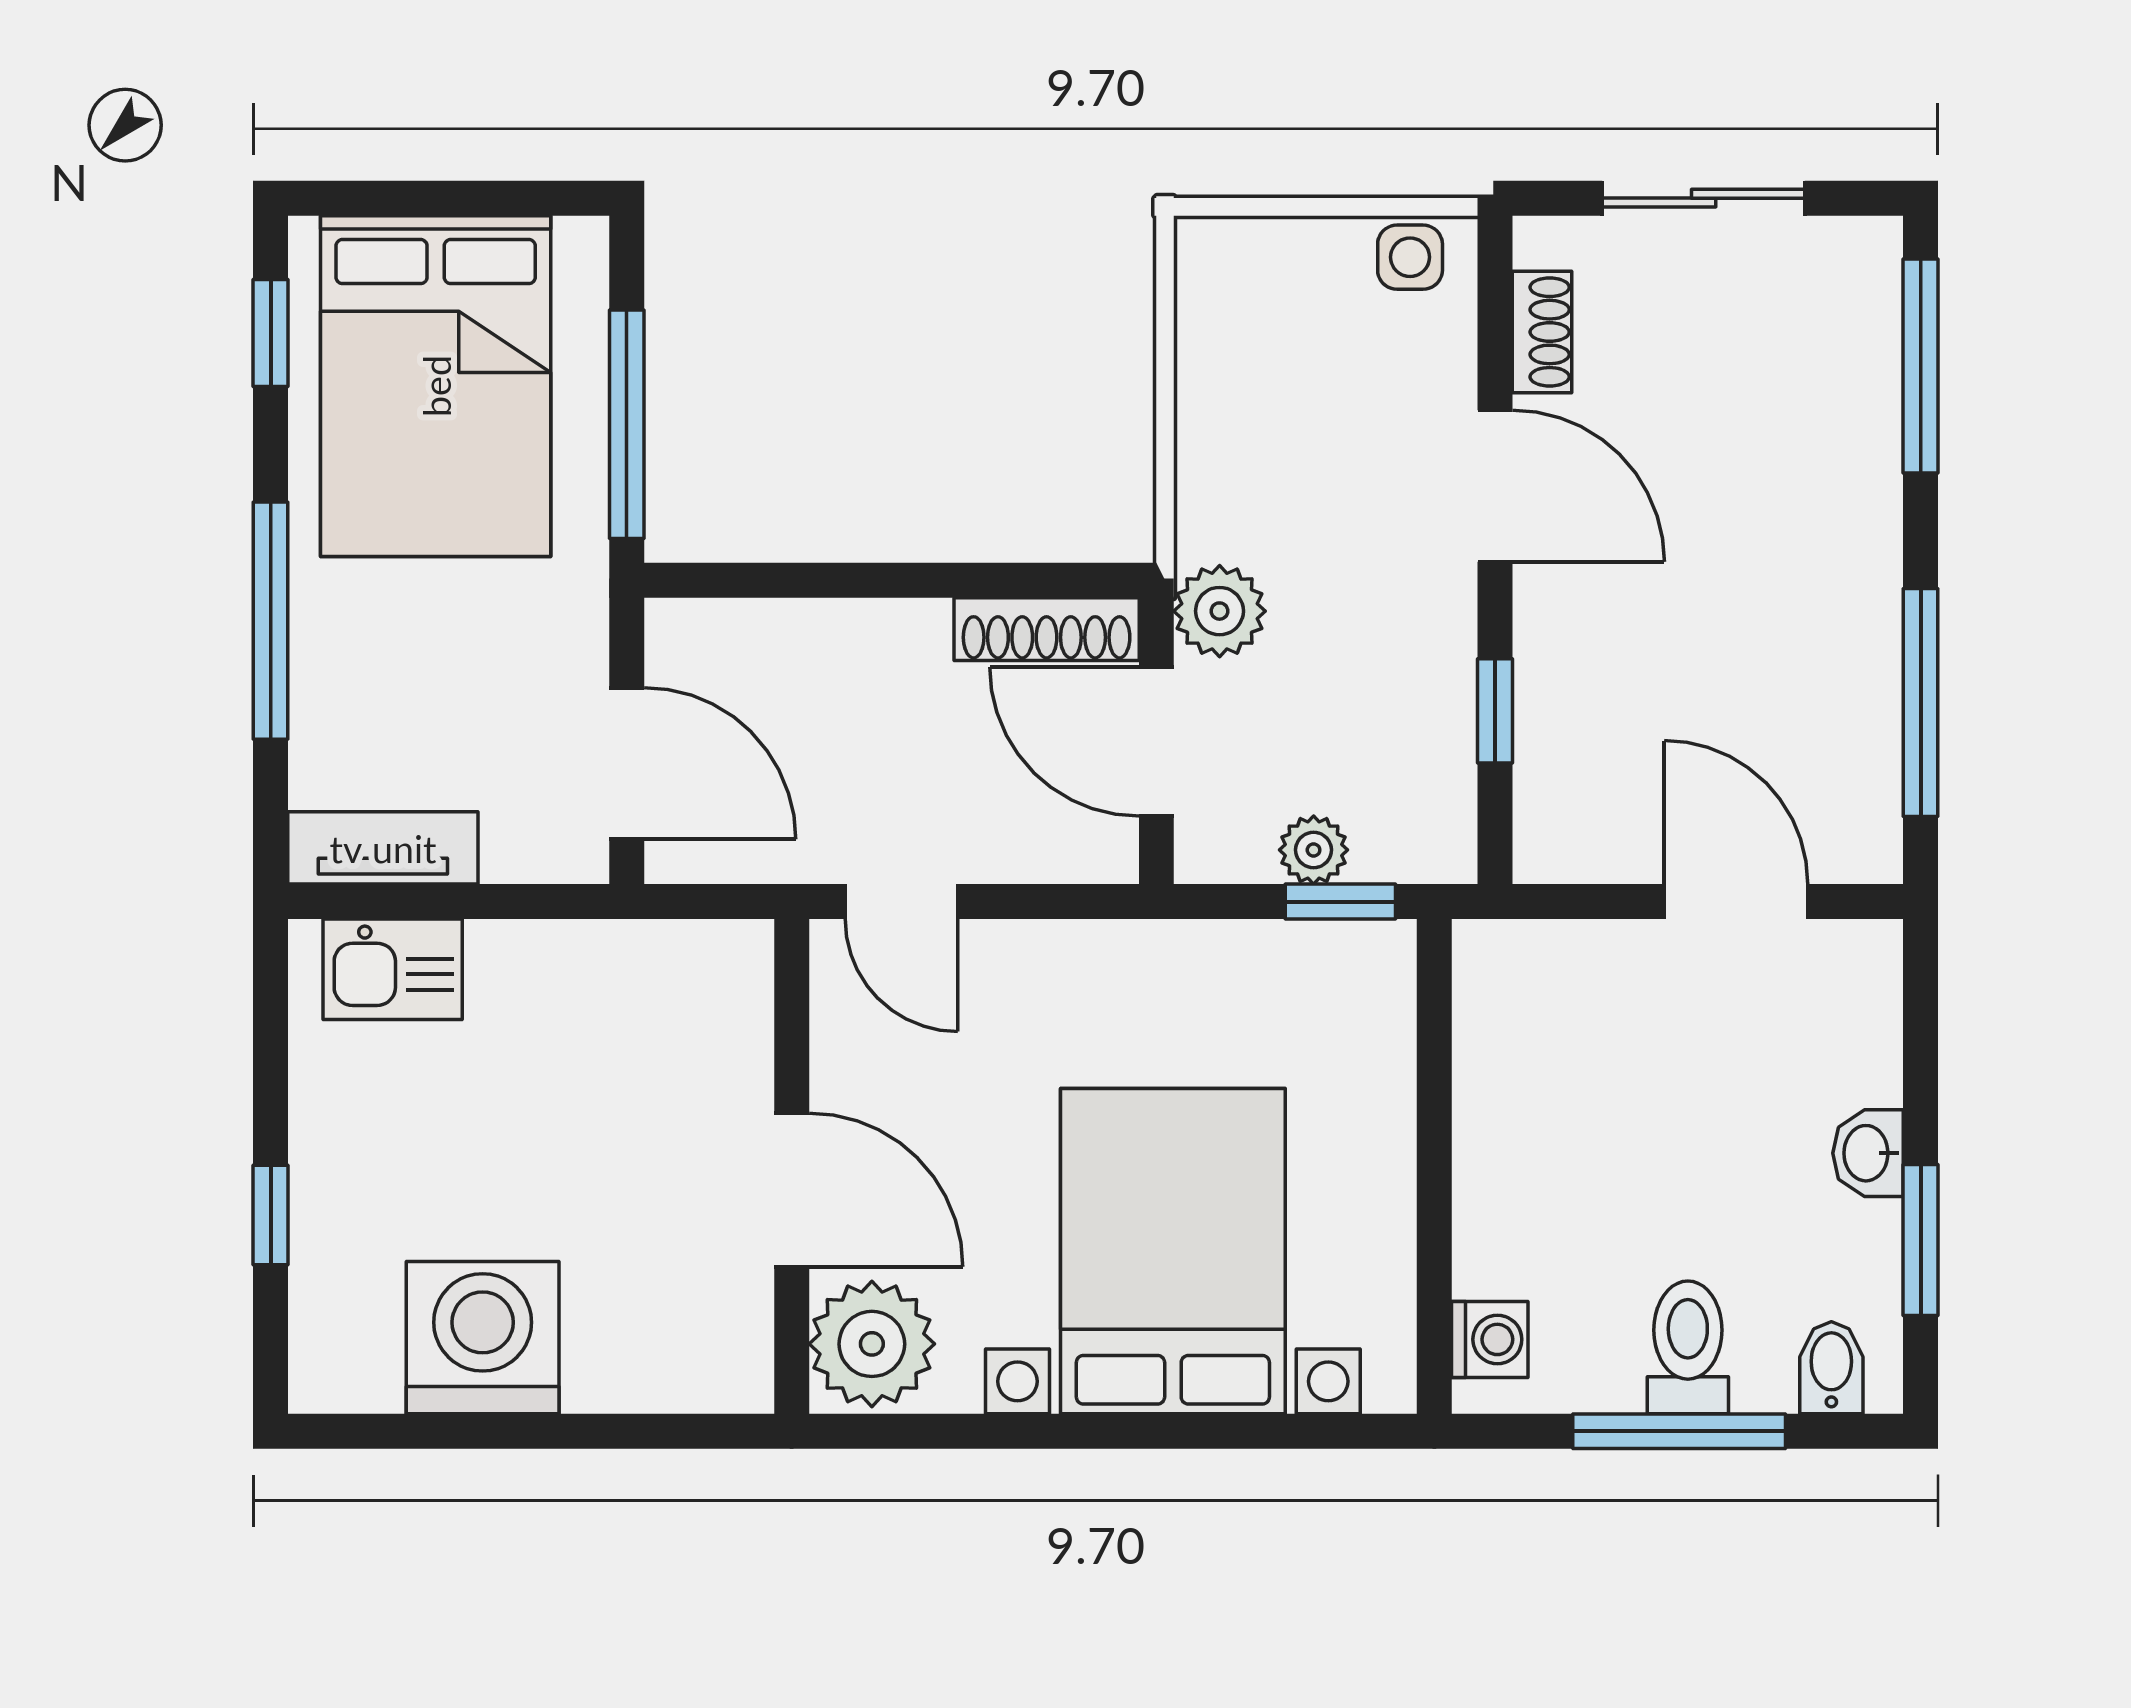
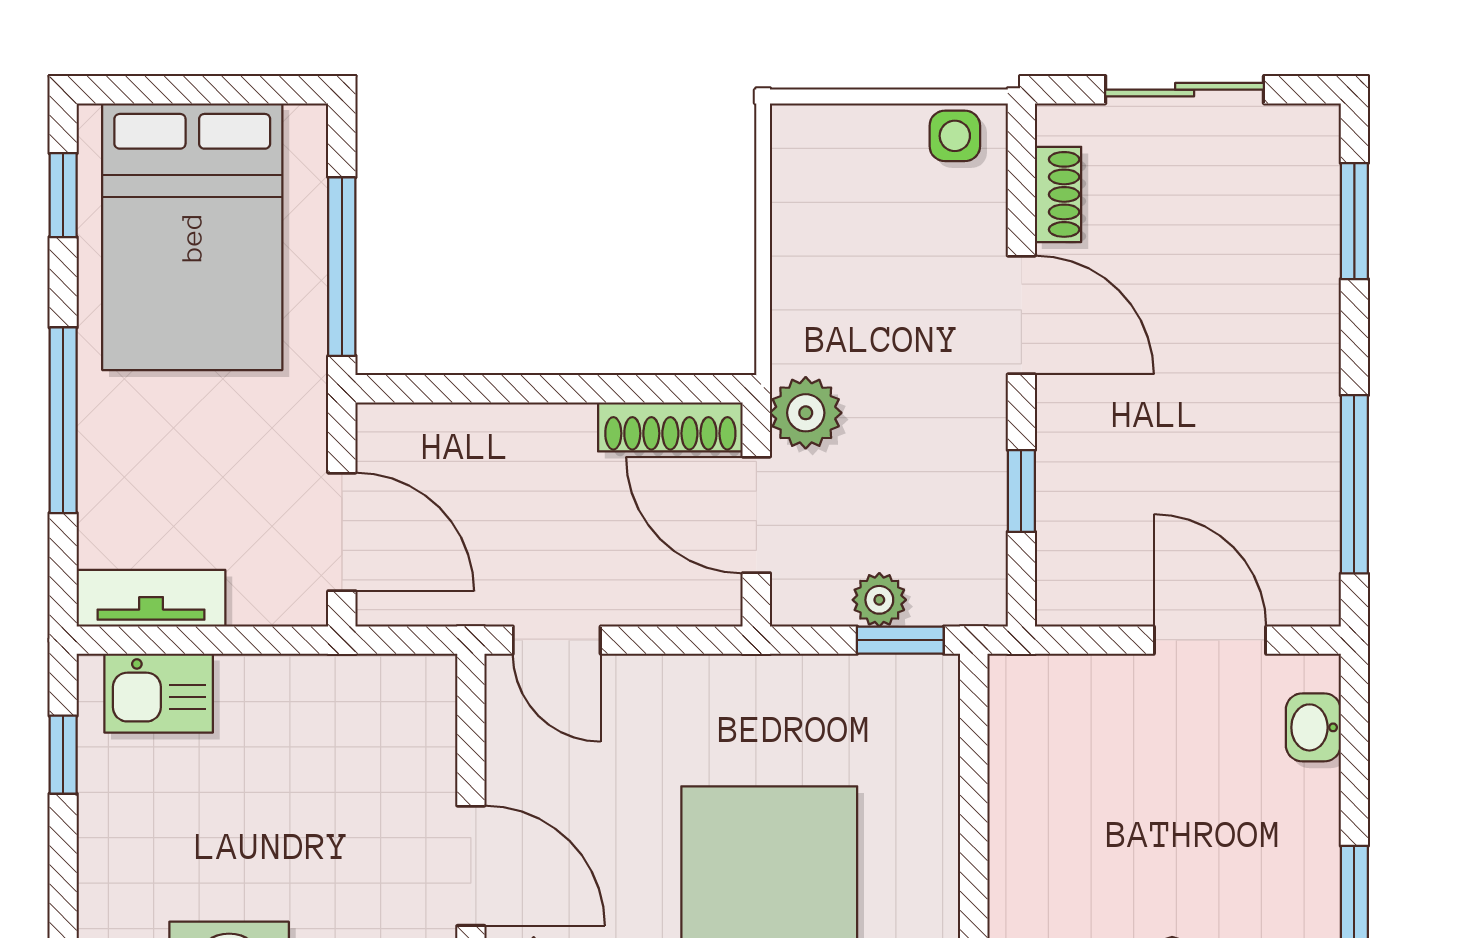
window: (1921, 366) -> (1354, 221), width x0.69
washbasin: (1868, 1153) -> (1313, 727), moved
window: (271, 1215) -> (63, 755), moved

